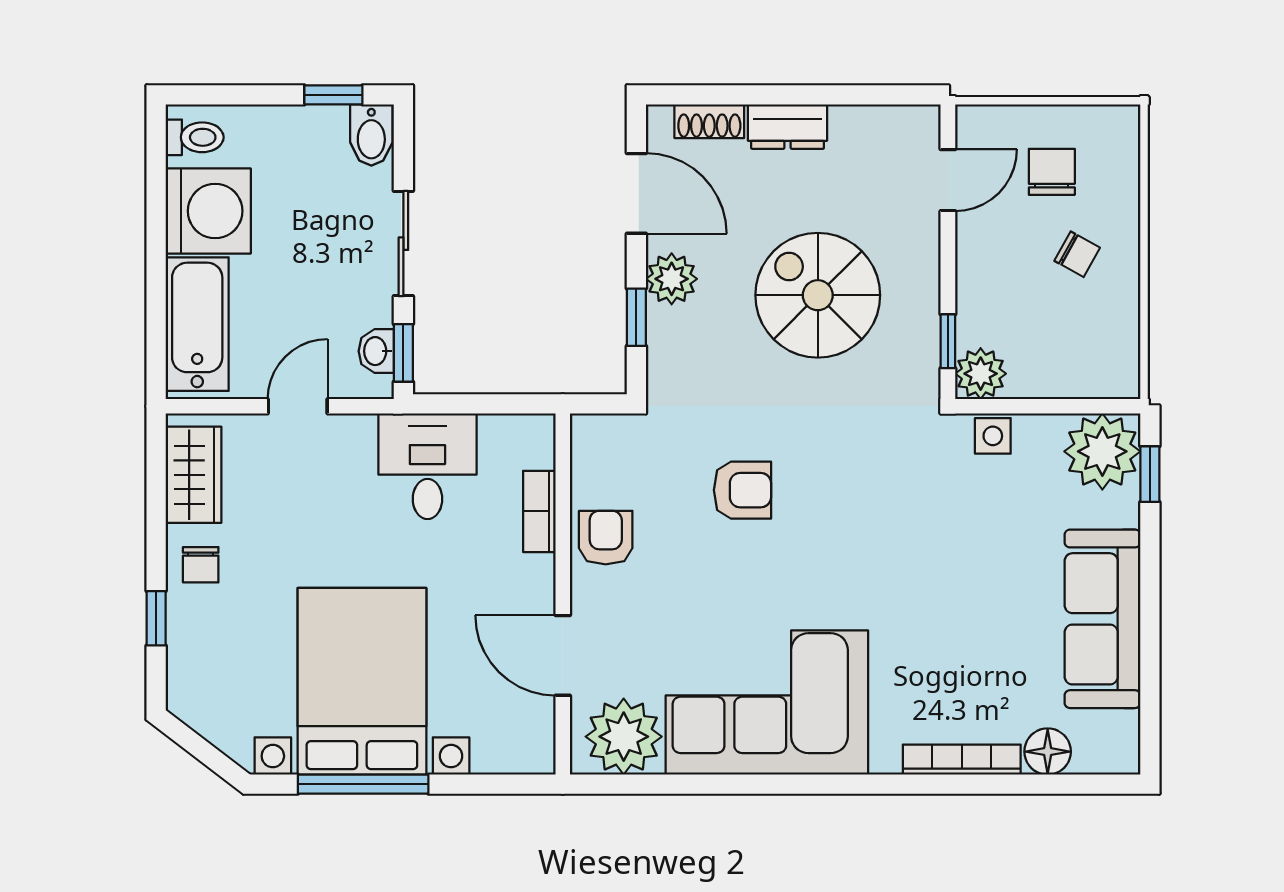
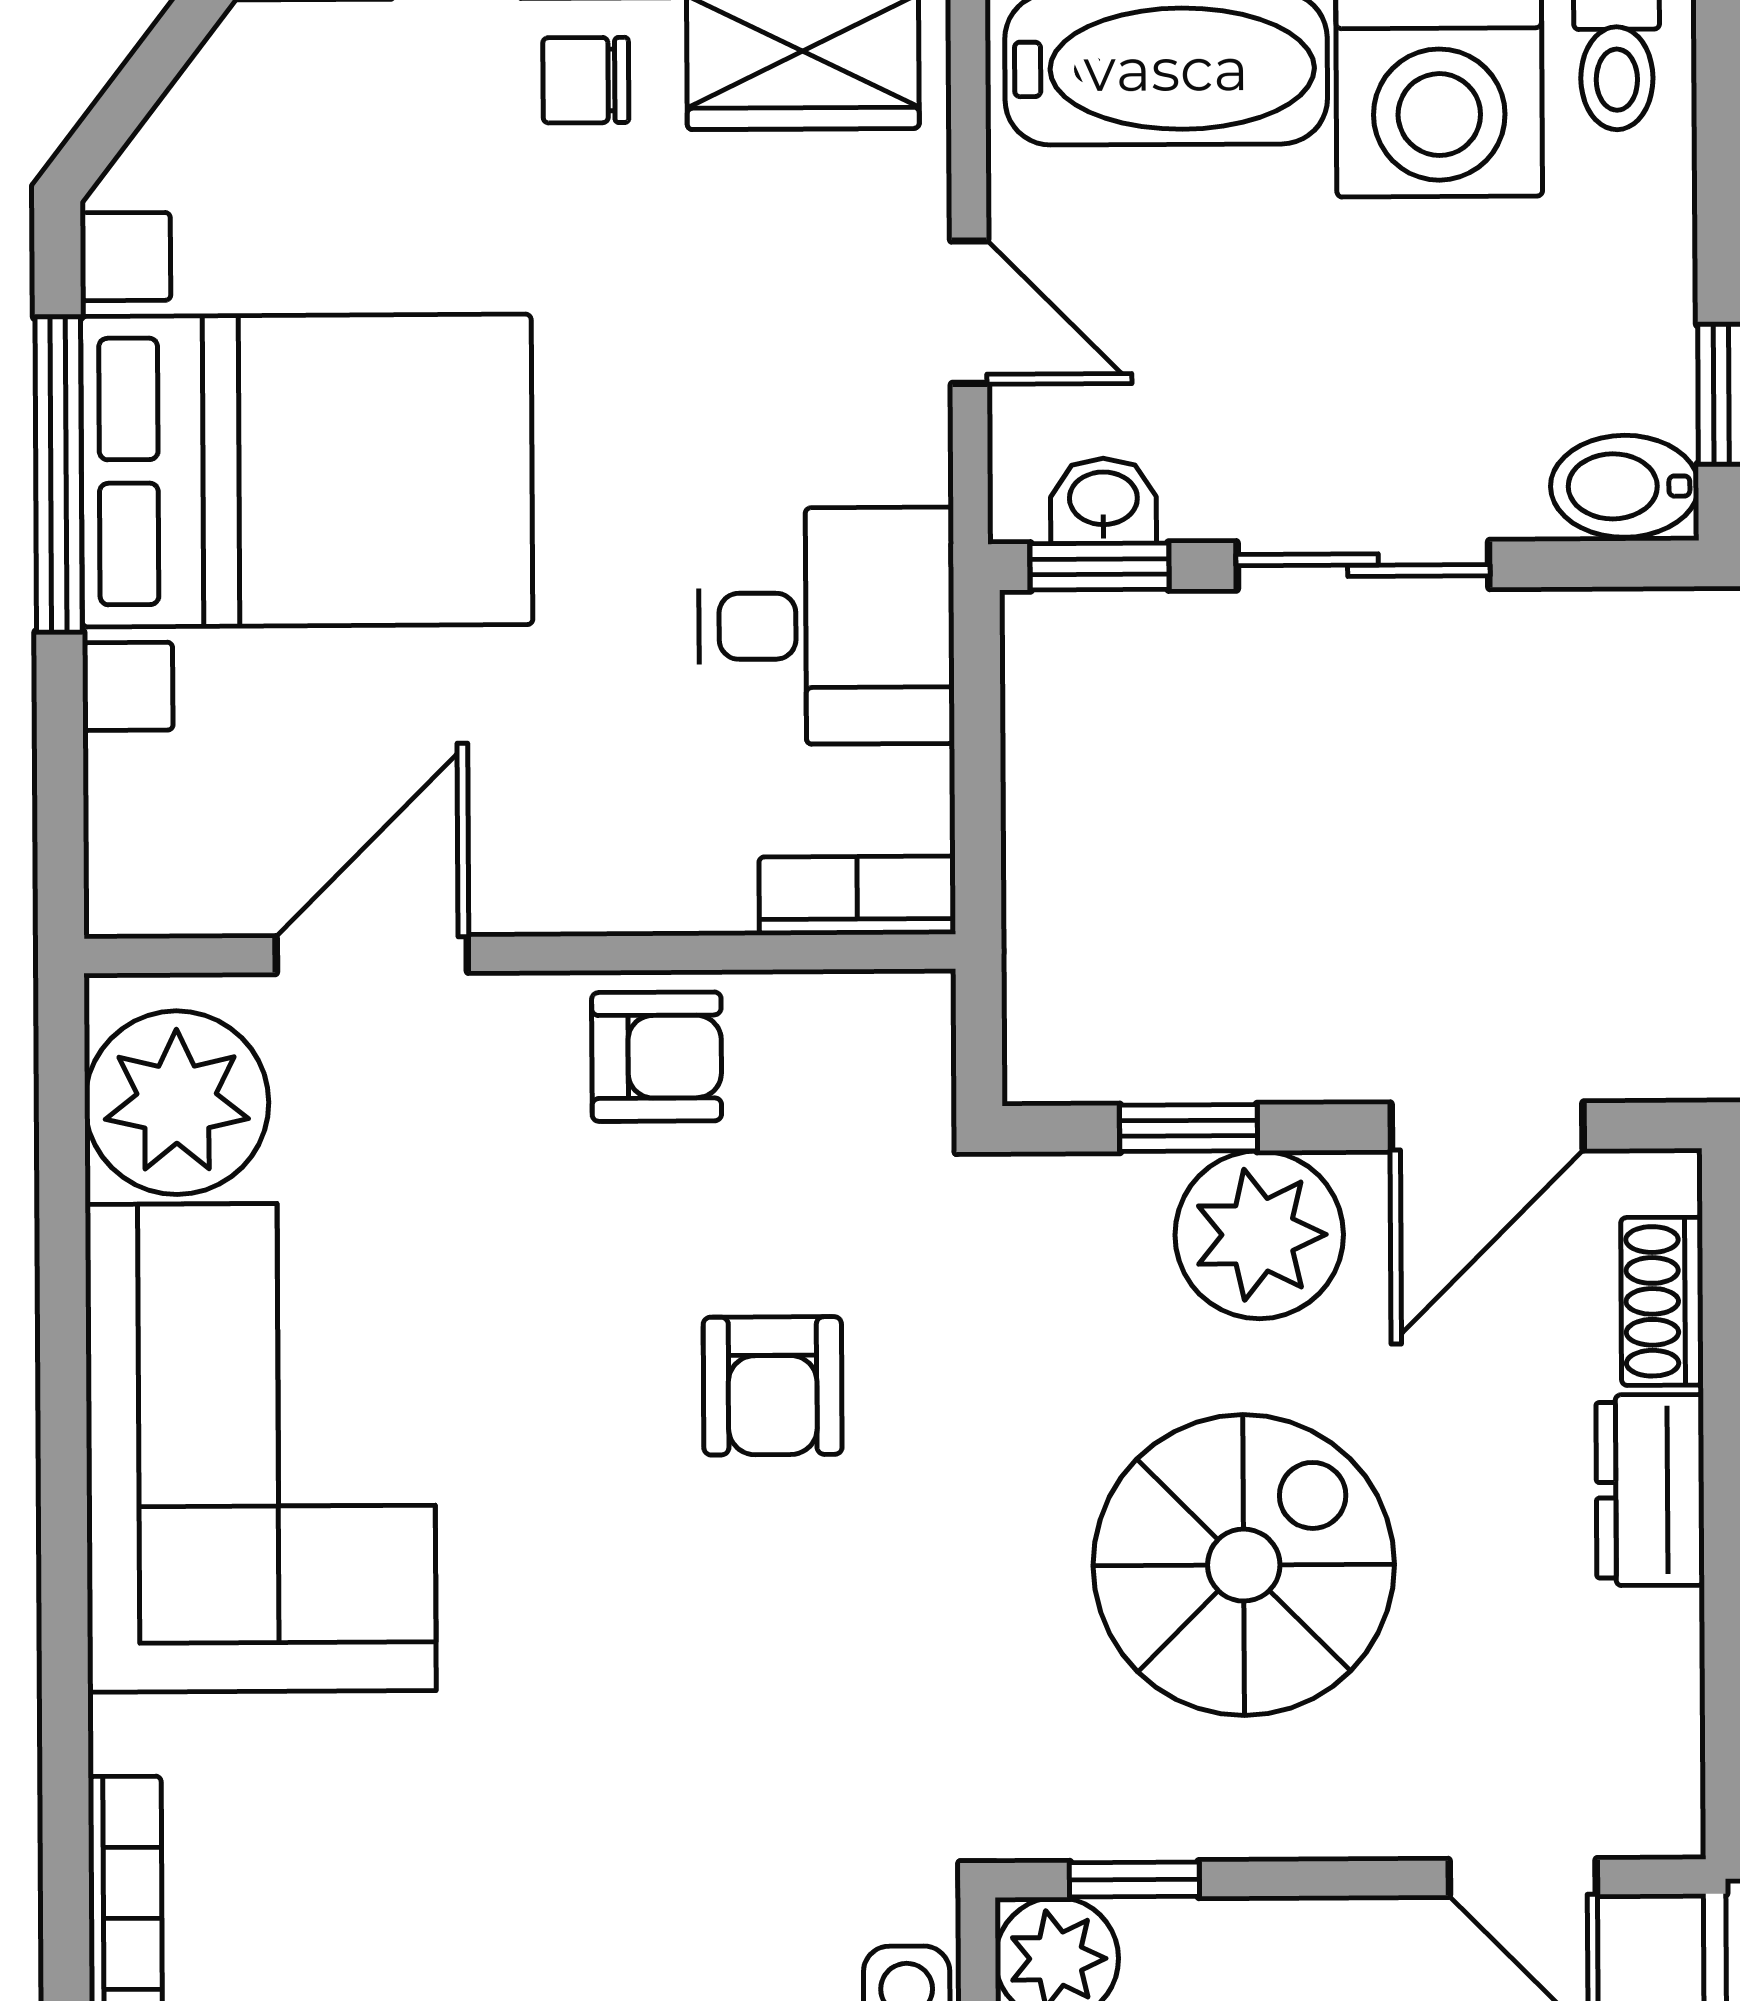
plant: (672, 279) -> (1259, 1235), width x1.36, depth x1.36
bookcase: (539, 511) -> (857, 896), moved

